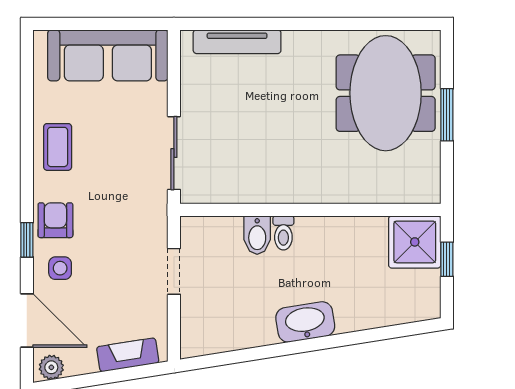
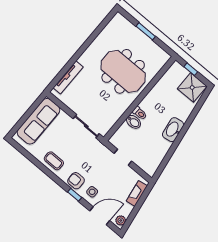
meeting table: (386, 93) -> (123, 71), moved
shower: (415, 242) -> (192, 87), moved

